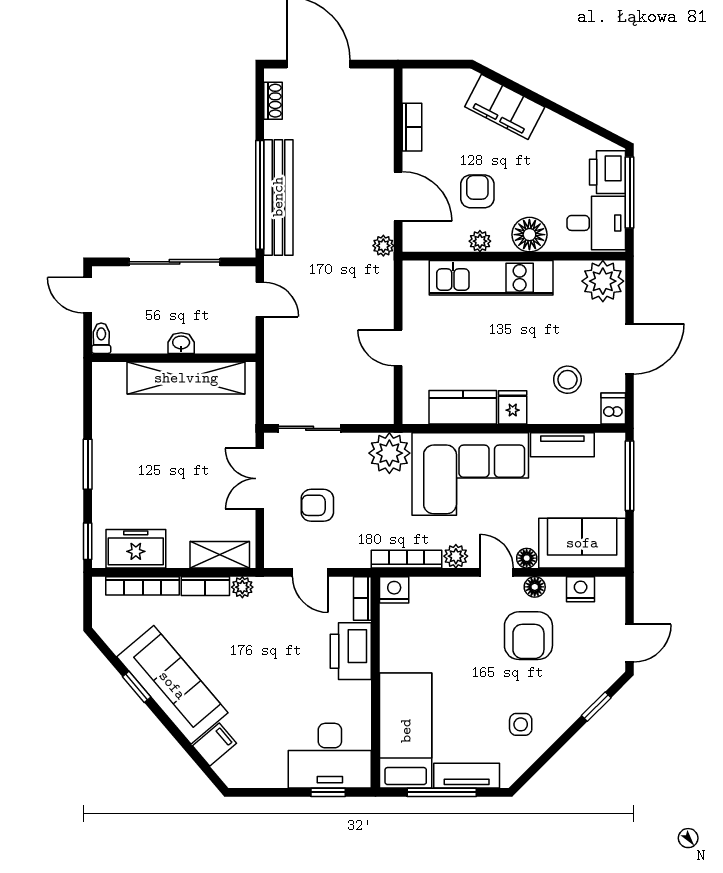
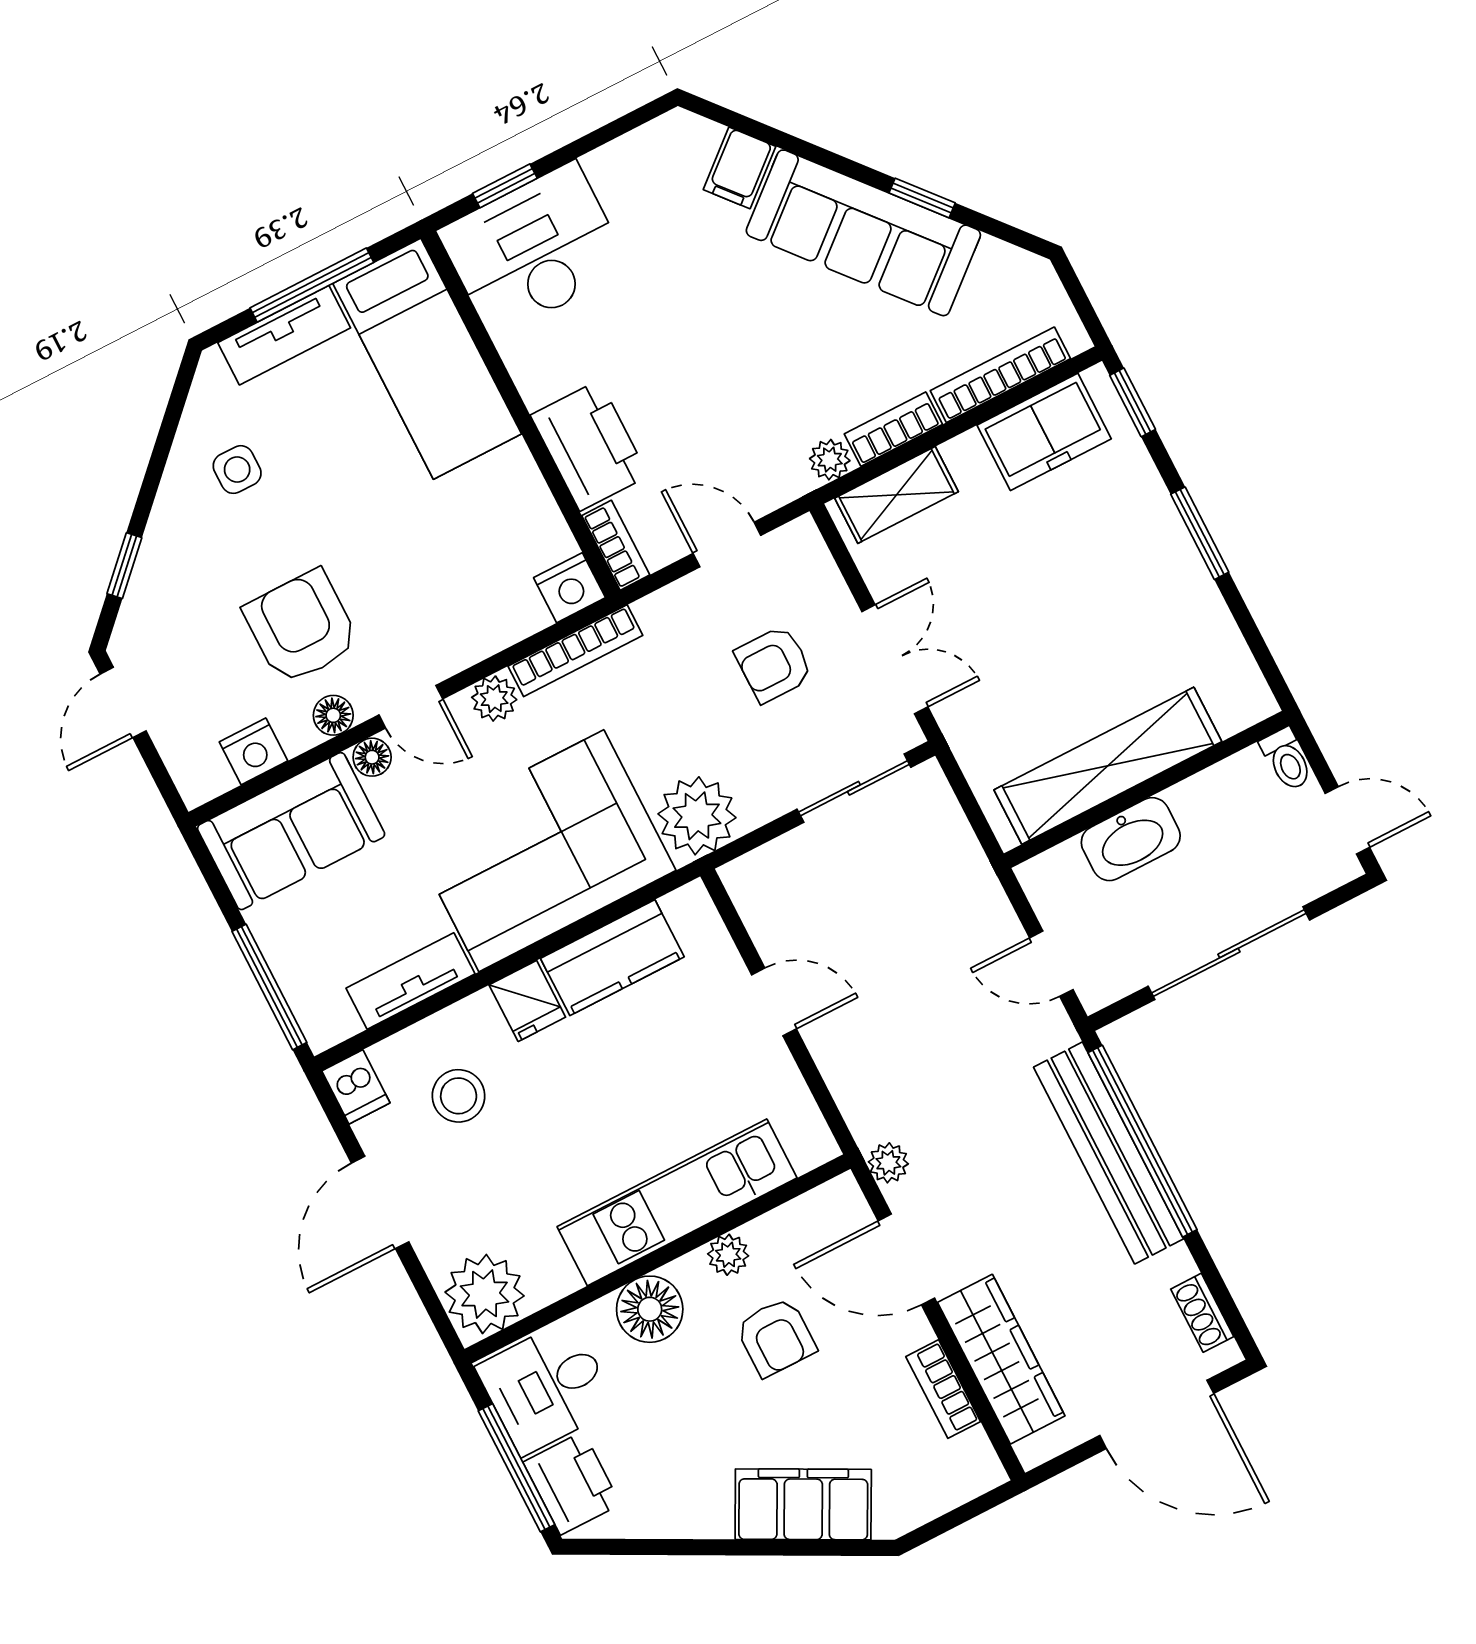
wardrobe: (378, 127) -> (1001, 1359), added
washbasin: (181, 343) -> (1131, 839), width x1.91, depth x1.45
armchair: (317, 505) -> (774, 664), turned 180

